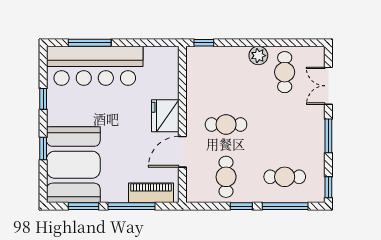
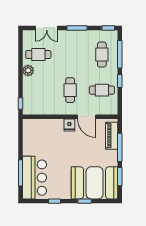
bar counter: (95, 66) -> (34, 178), width x0.73
fridge: (165, 116) -> (69, 125), width x0.53, depth x0.75

